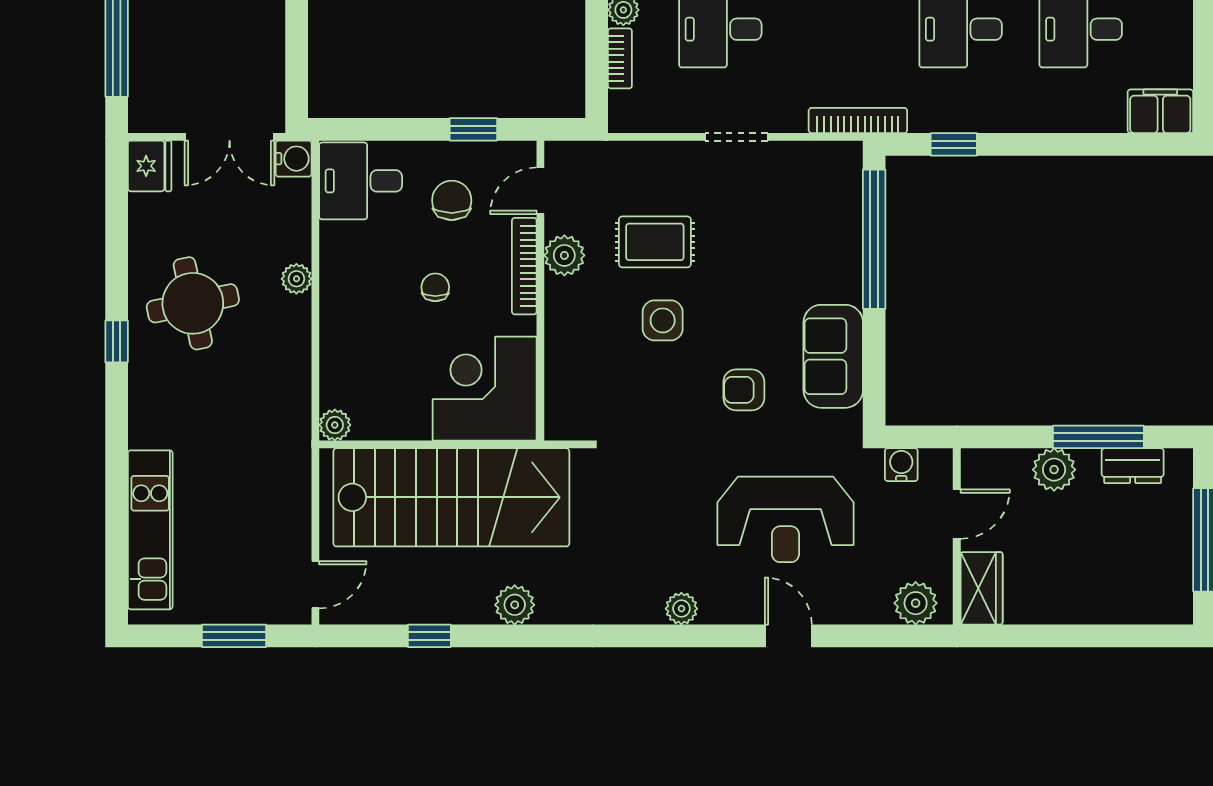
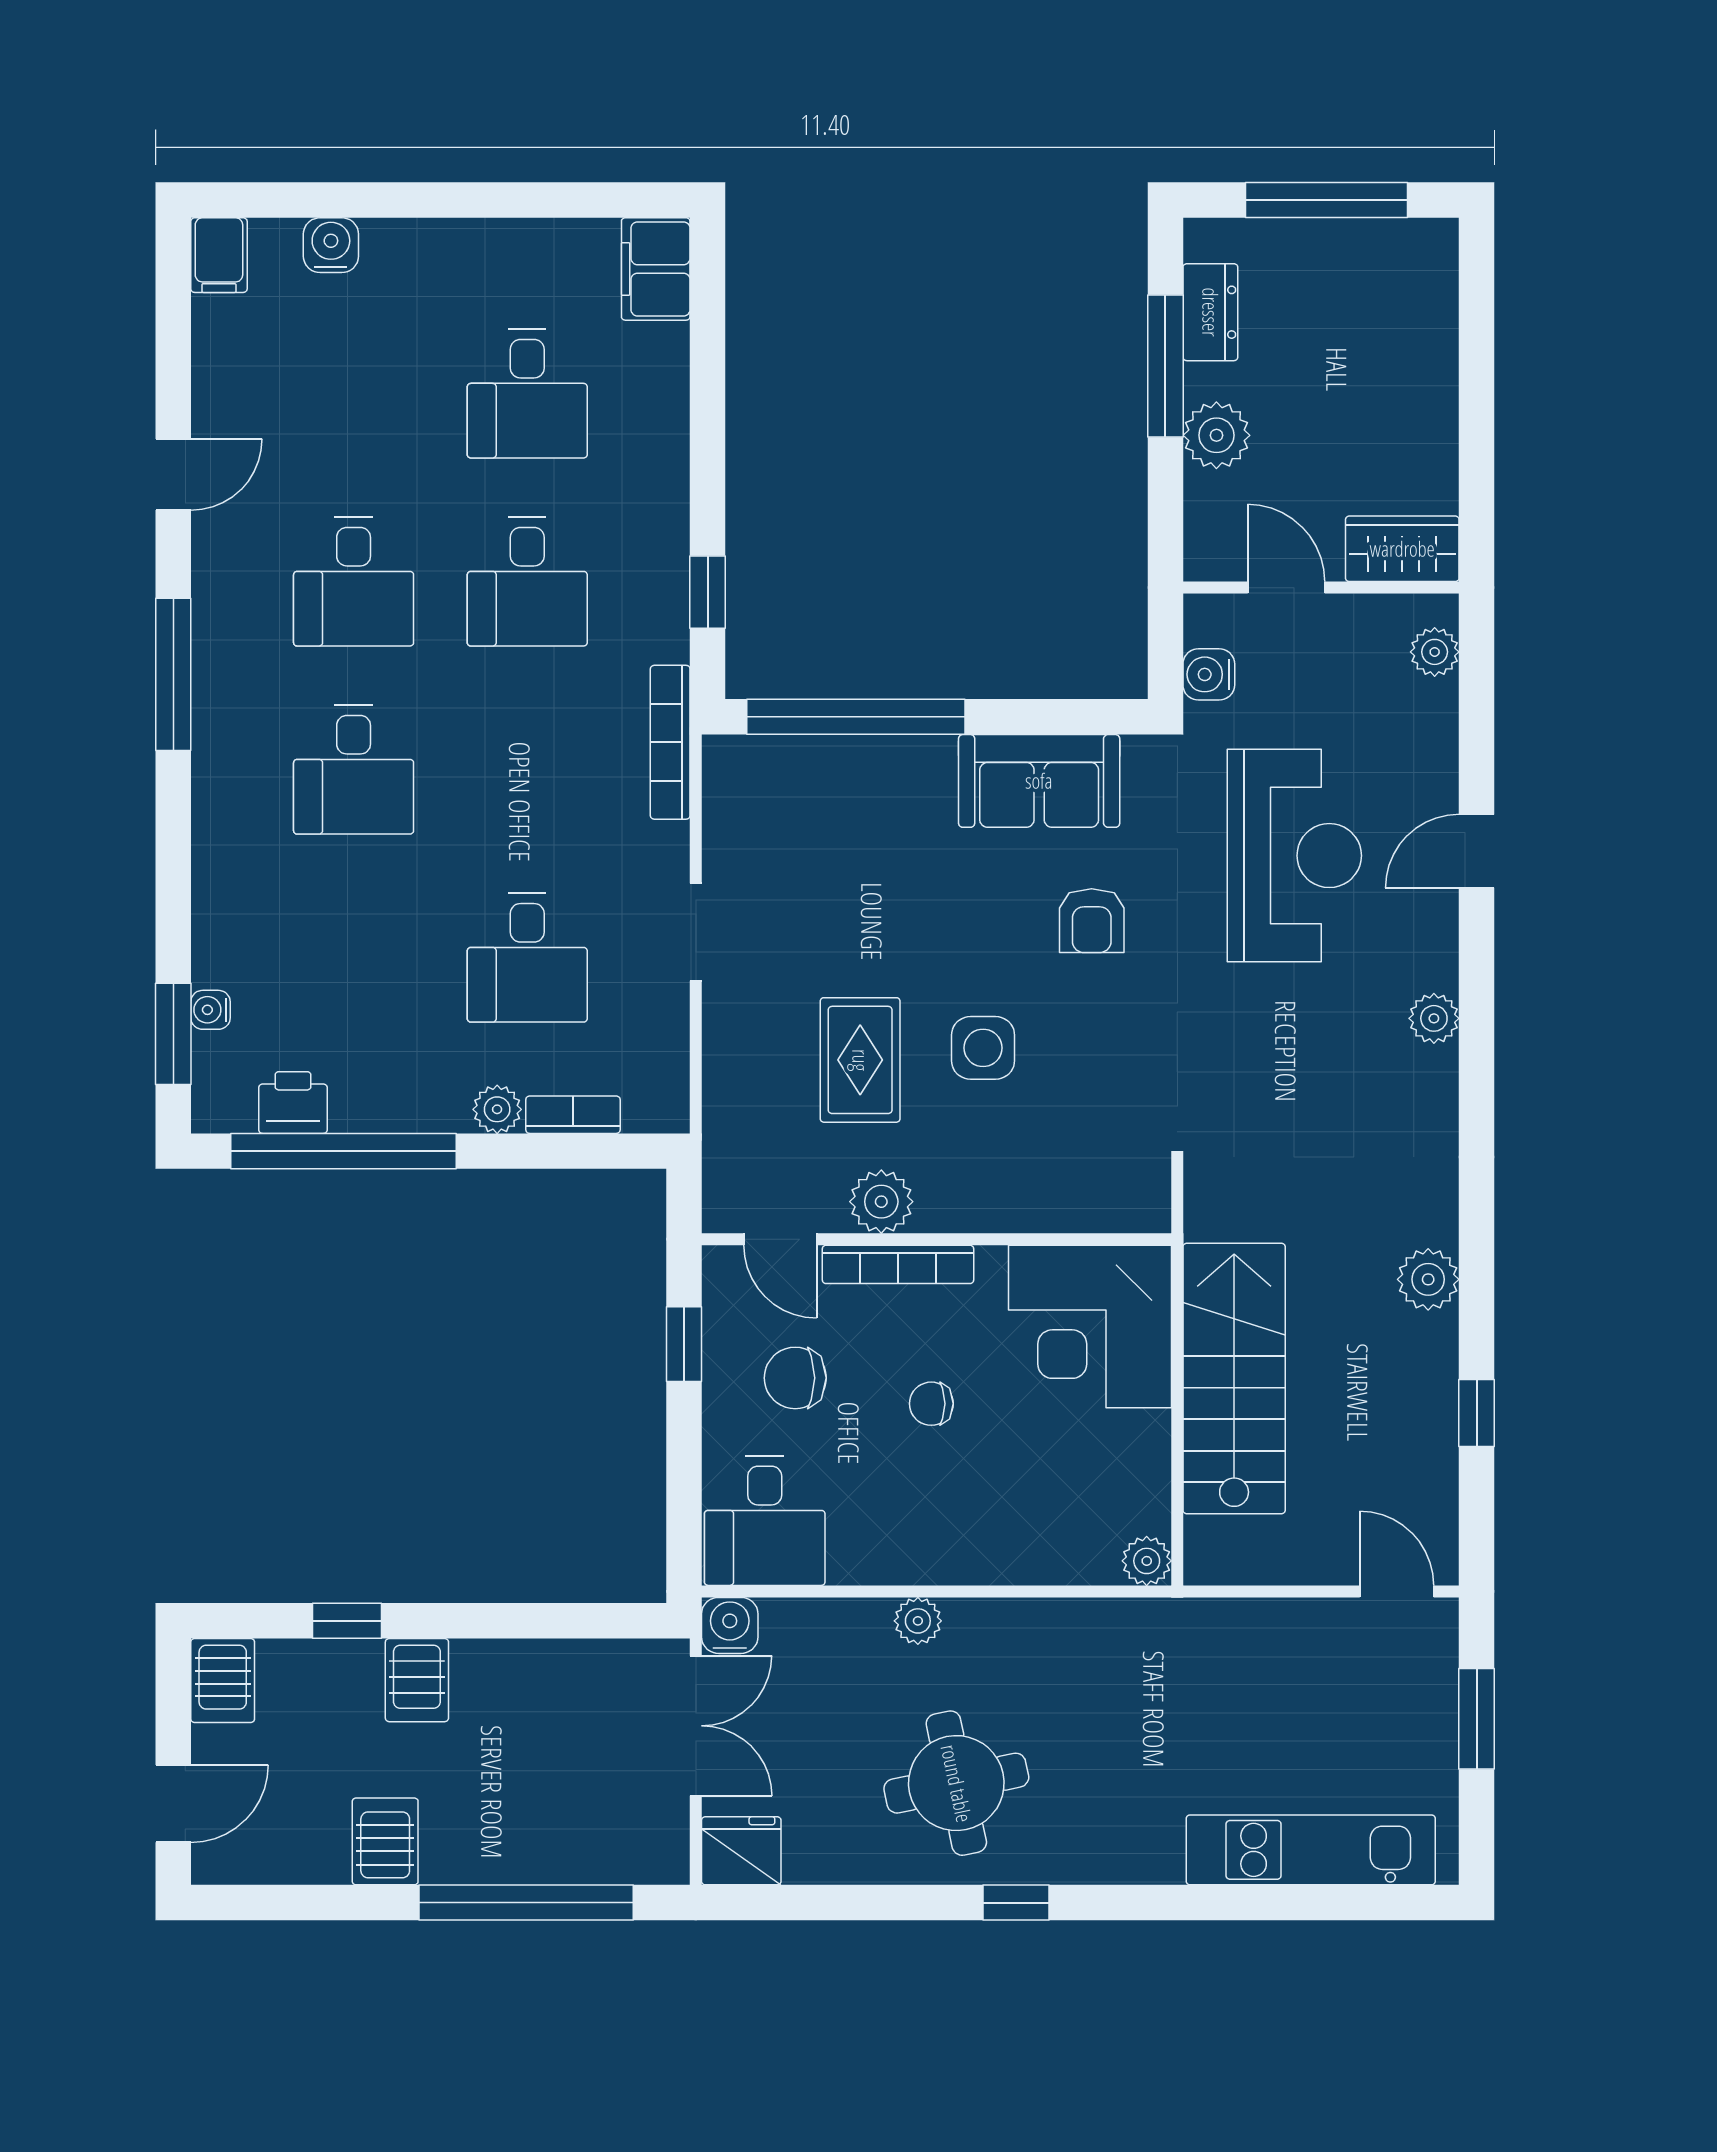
stairs: (451, 497) -> (1234, 1378), width x0.73, depth x0.66
plant: (916, 603) -> (1435, 652), width x0.73, depth x0.73

